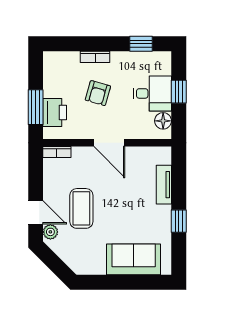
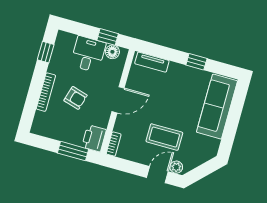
bookcase: (95, 57) -> (46, 92), width x1.56
window: (179, 92) -> (108, 37), moved
printer: (55, 113) -> (94, 138), moved, turned -90
tv unit: (164, 185) -> (152, 62), moved
sofa: (134, 259) -> (217, 107), width x1.36

